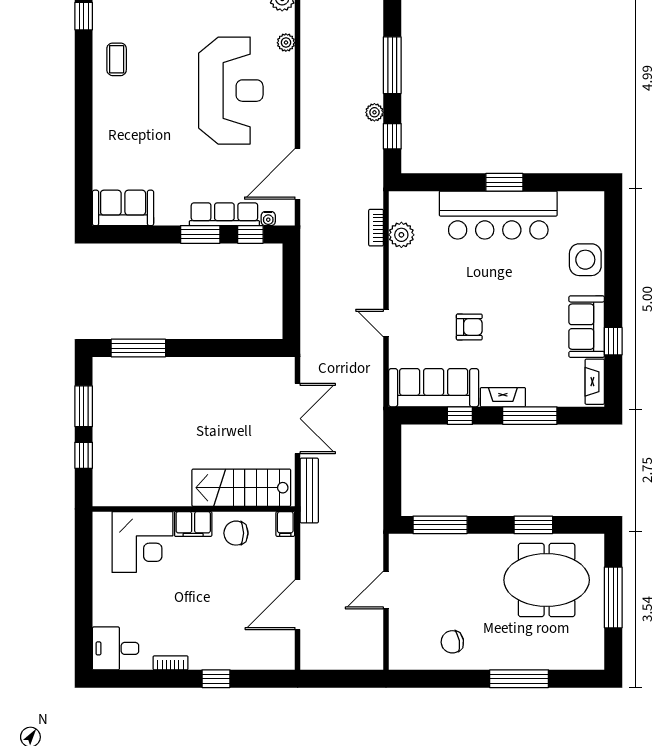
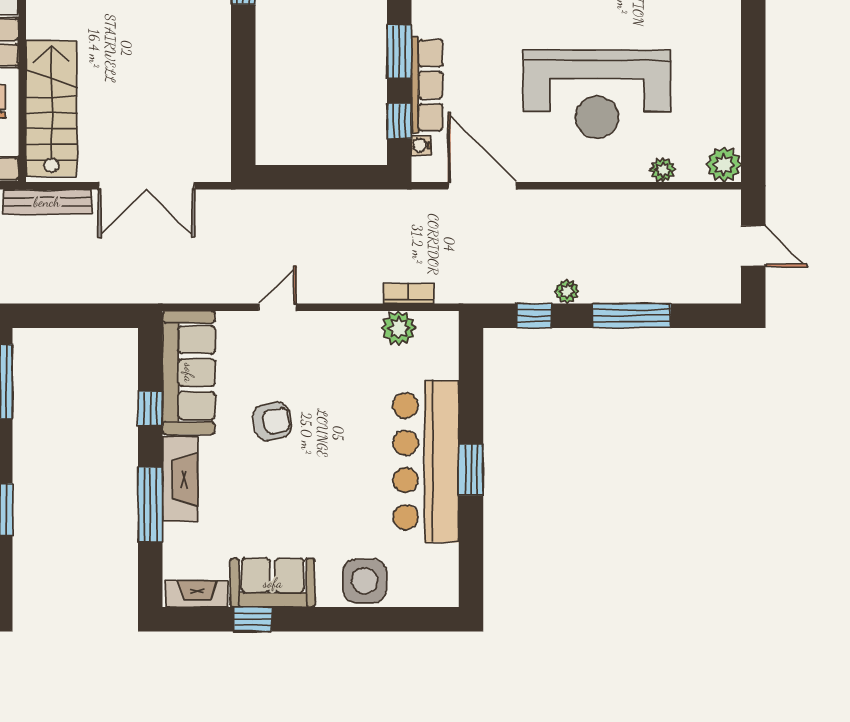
armchair: (469, 327) -> (272, 422), turned -101
fireplace: (503, 397) -> (180, 479), width x1.37, depth x1.32

